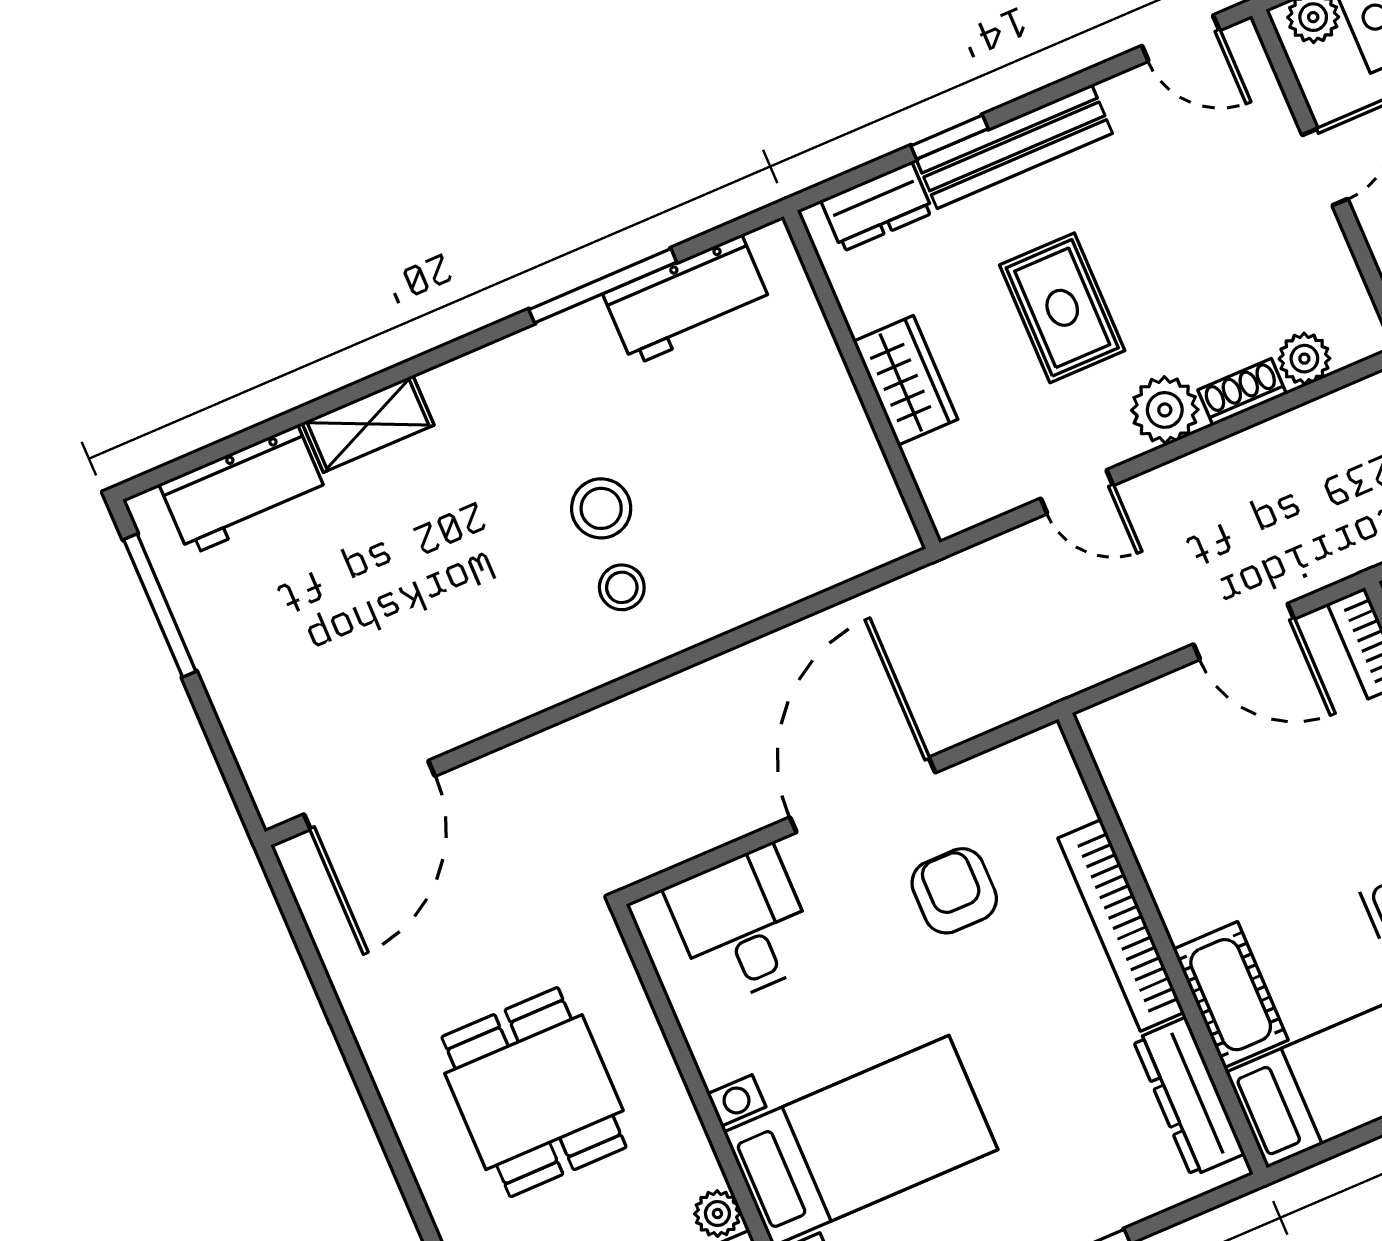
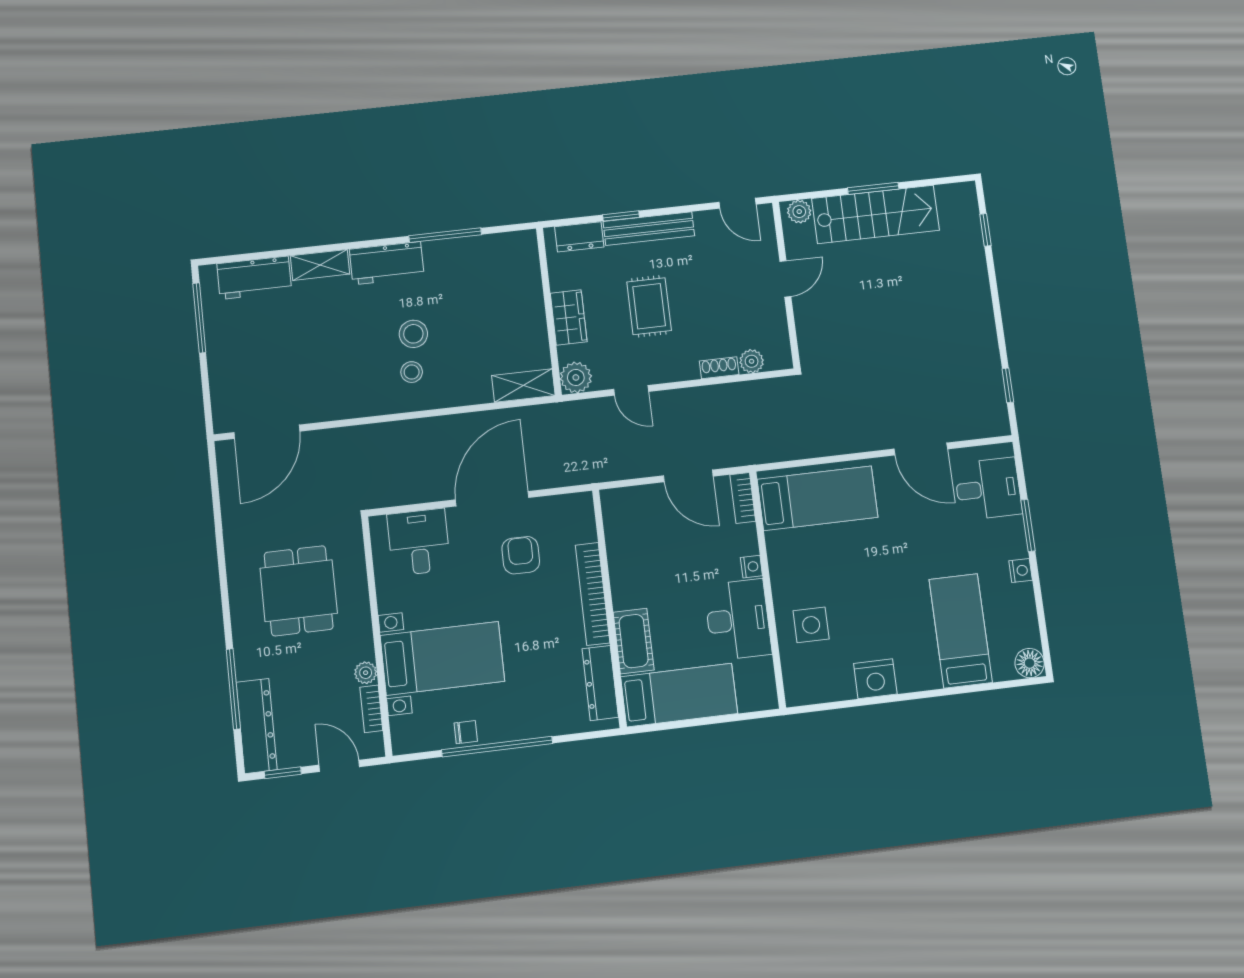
workbench: (688, 300) -> (387, 263), moved
plant: (1165, 410) -> (576, 377), moved
shelving: (856, 547) -> (523, 386), added

